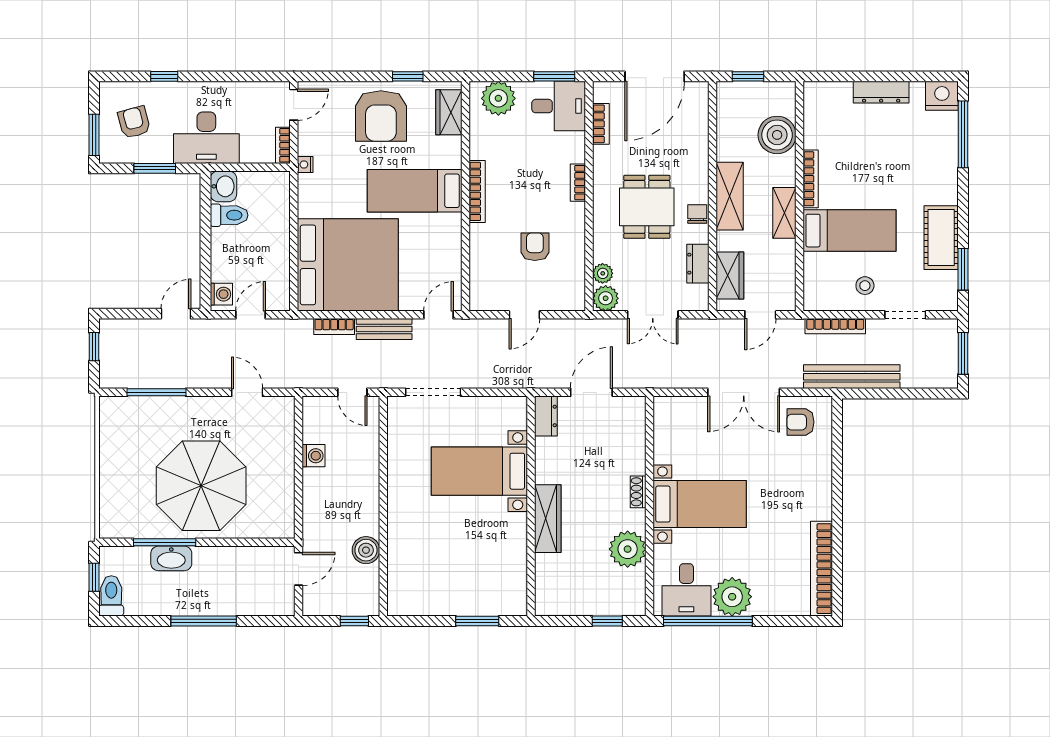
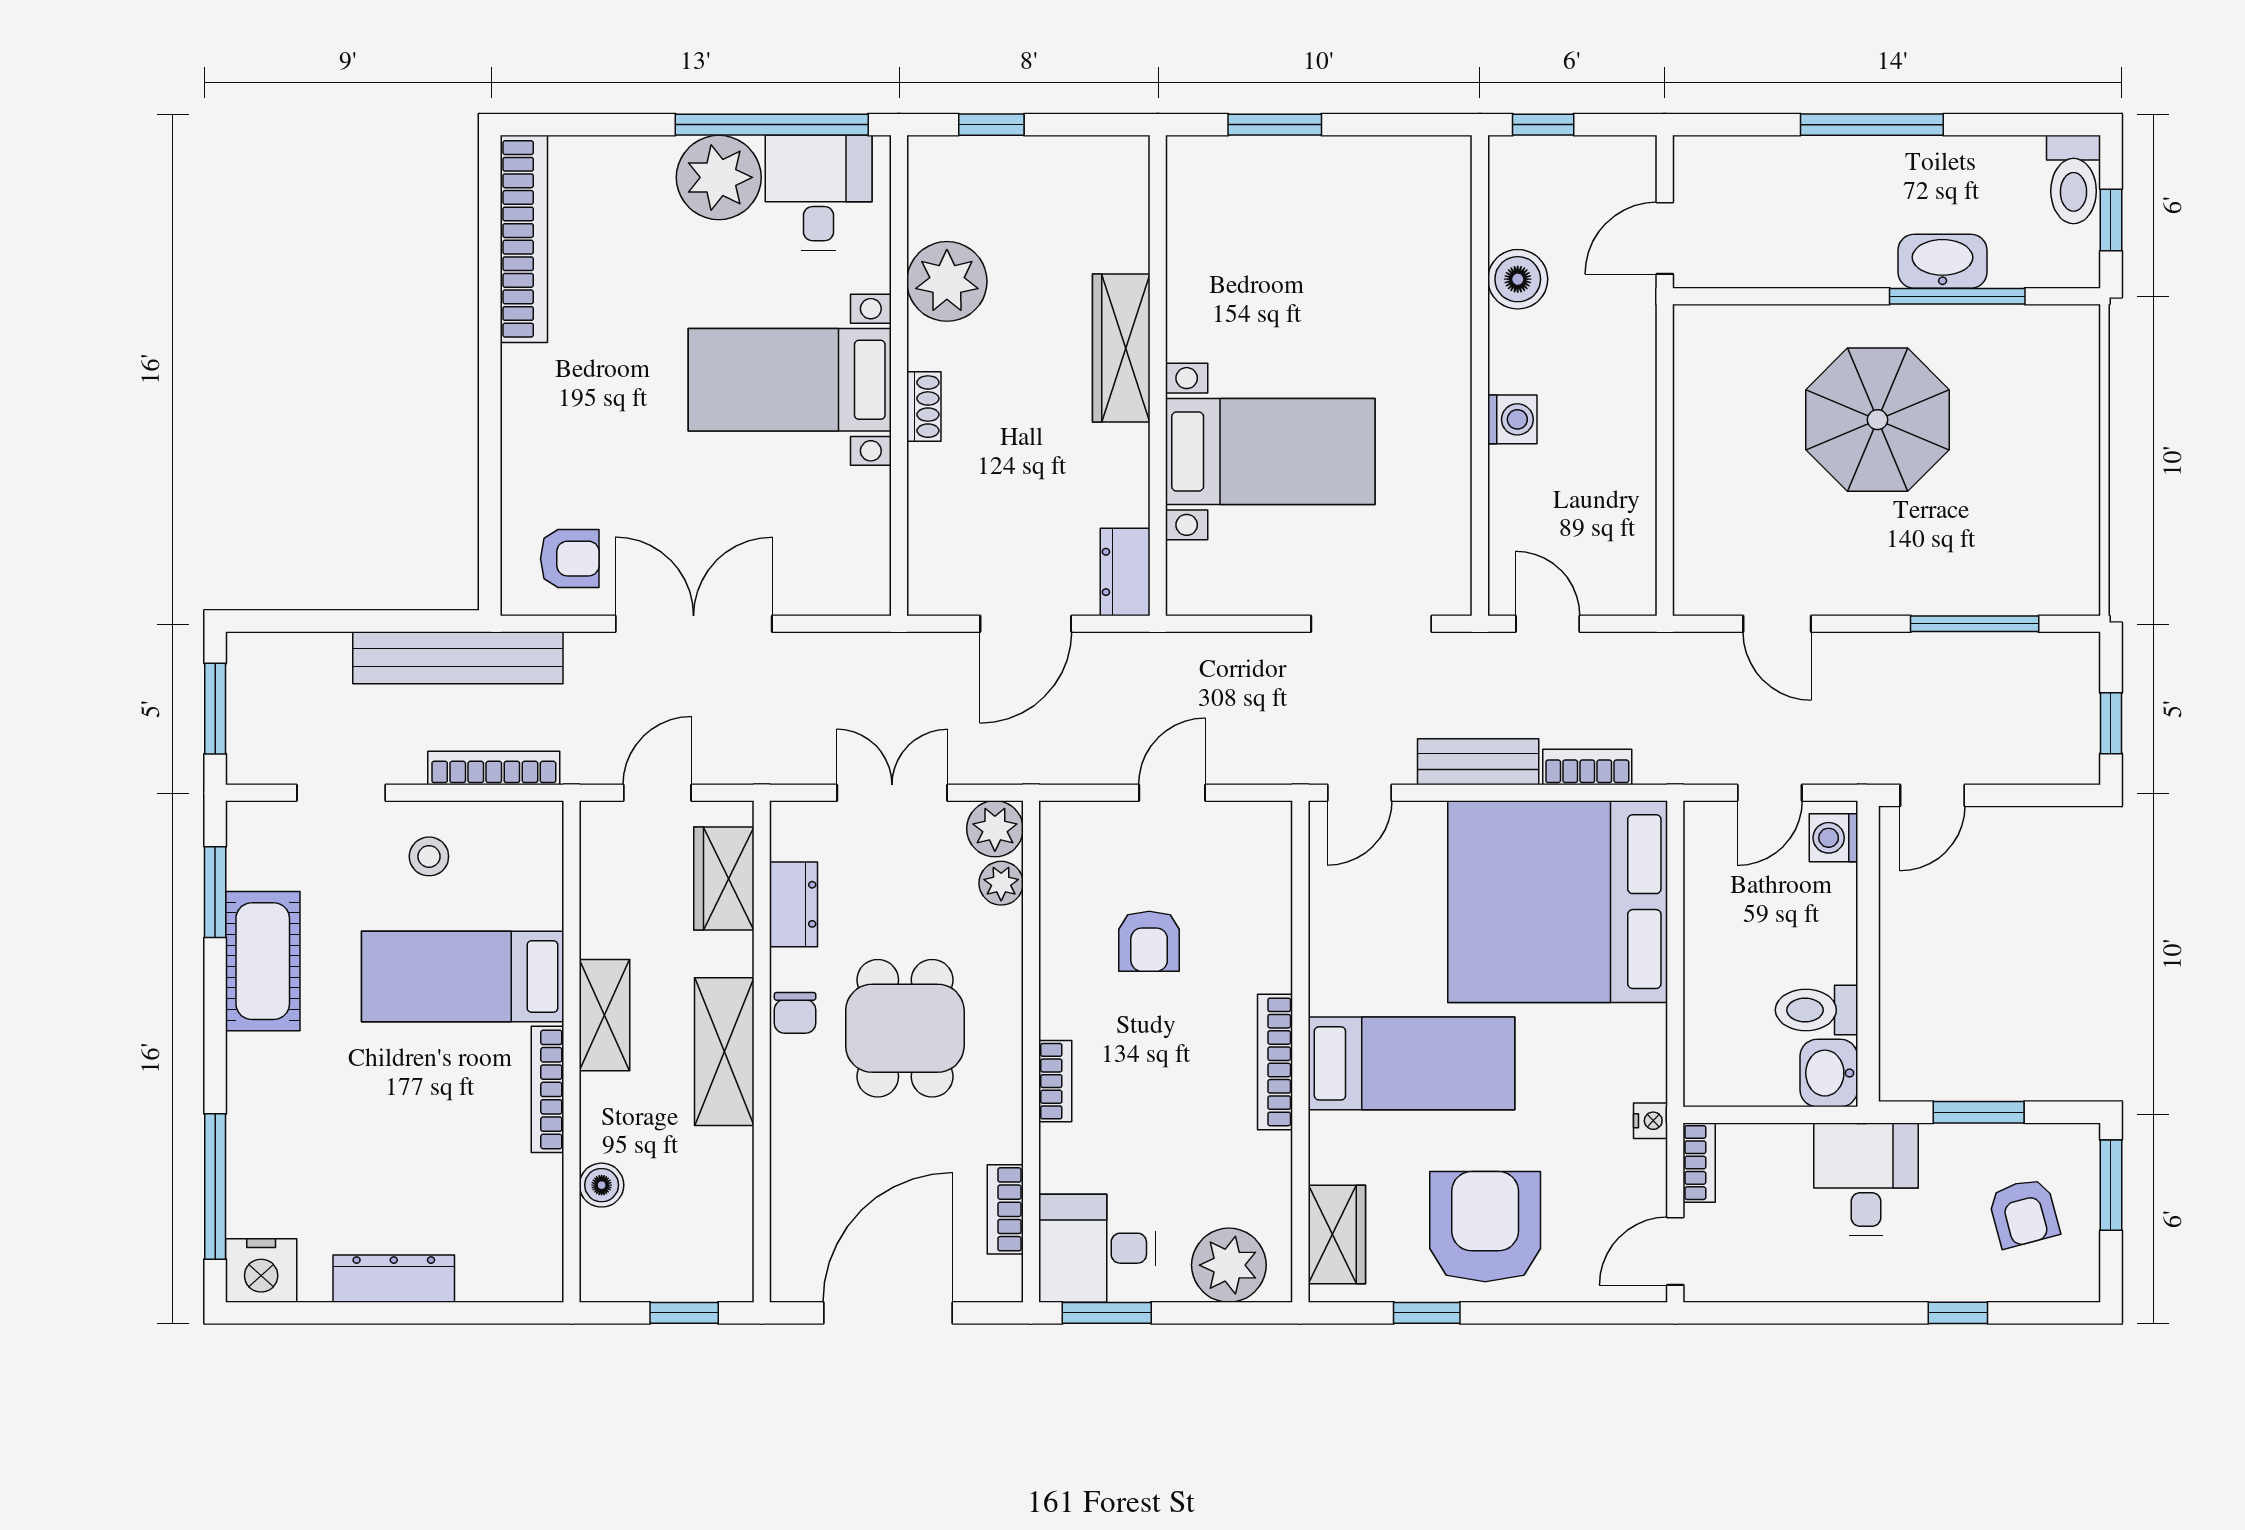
boiler: (777, 135) -> (602, 1185), width x0.54, depth x0.54
desk: (206, 138) -> (1866, 1179), width x0.73
washing machine: (313, 456) -> (1512, 419), moved, turned 180
parasol: (201, 486) -> (1877, 420), width x0.73, depth x0.73

